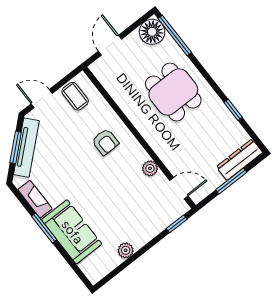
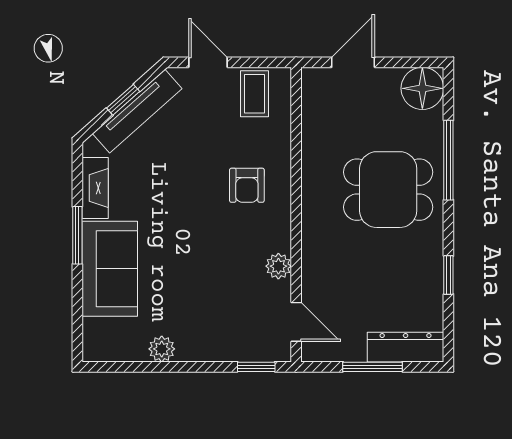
window: (175, 36) -> (448, 160), moved
dining table: (173, 92) -> (388, 190), turned 90
window: (16, 147) -> (123, 100), width x0.67

